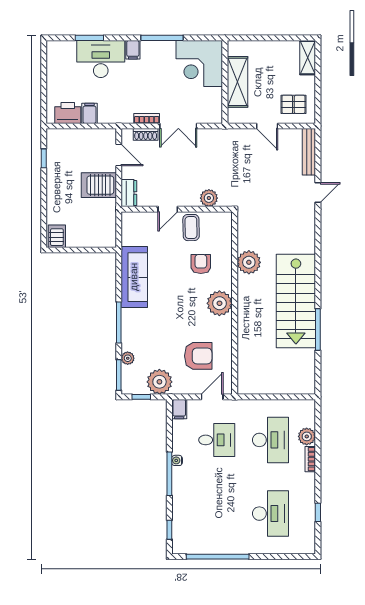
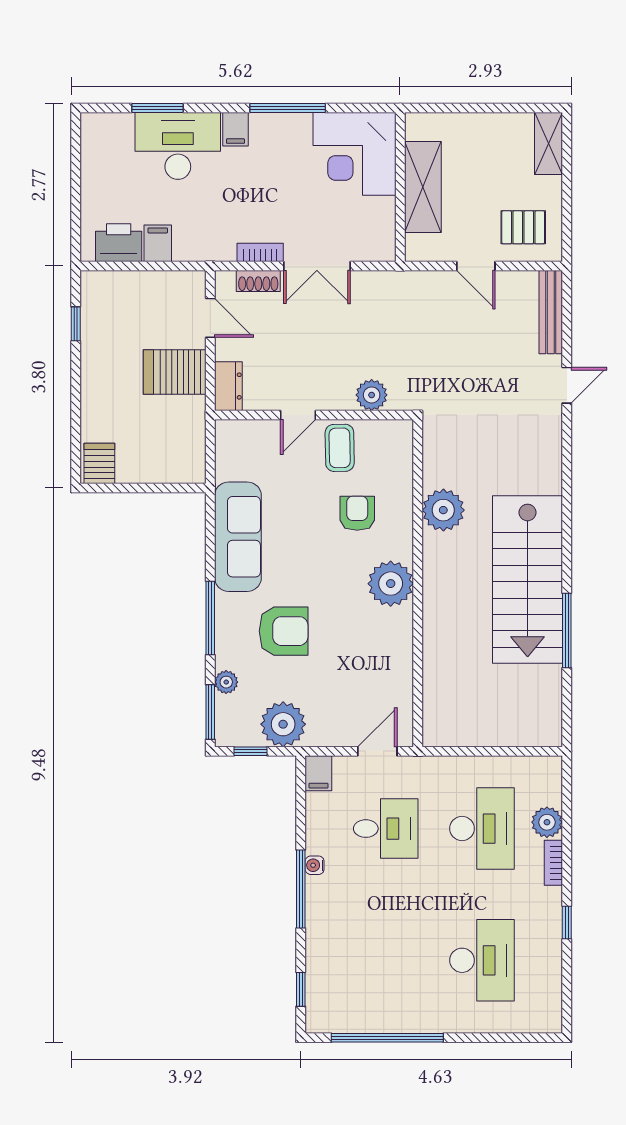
armchair: (198, 356) -> (284, 631), moved
window: (318, 512) -> (567, 923), moved

